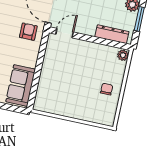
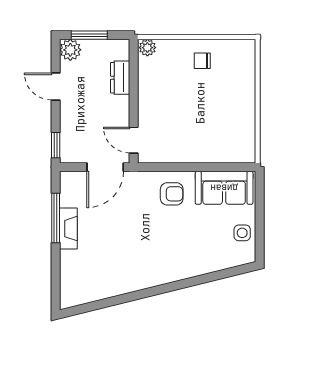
armchair: (28, 32) -> (172, 194), moved, turned 180
dresser: (112, 34) -> (120, 78), width x0.70

